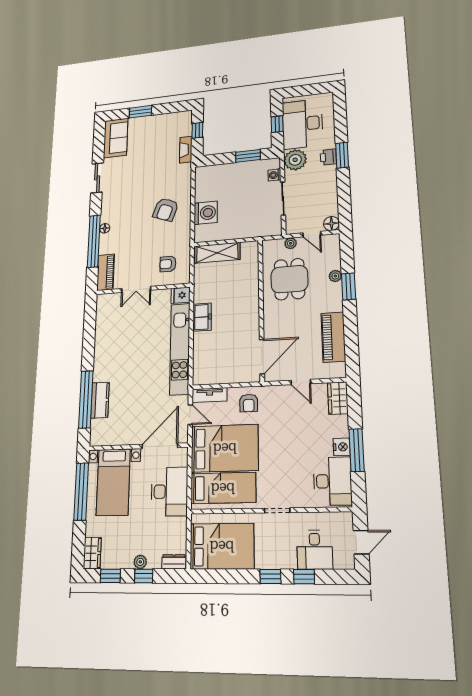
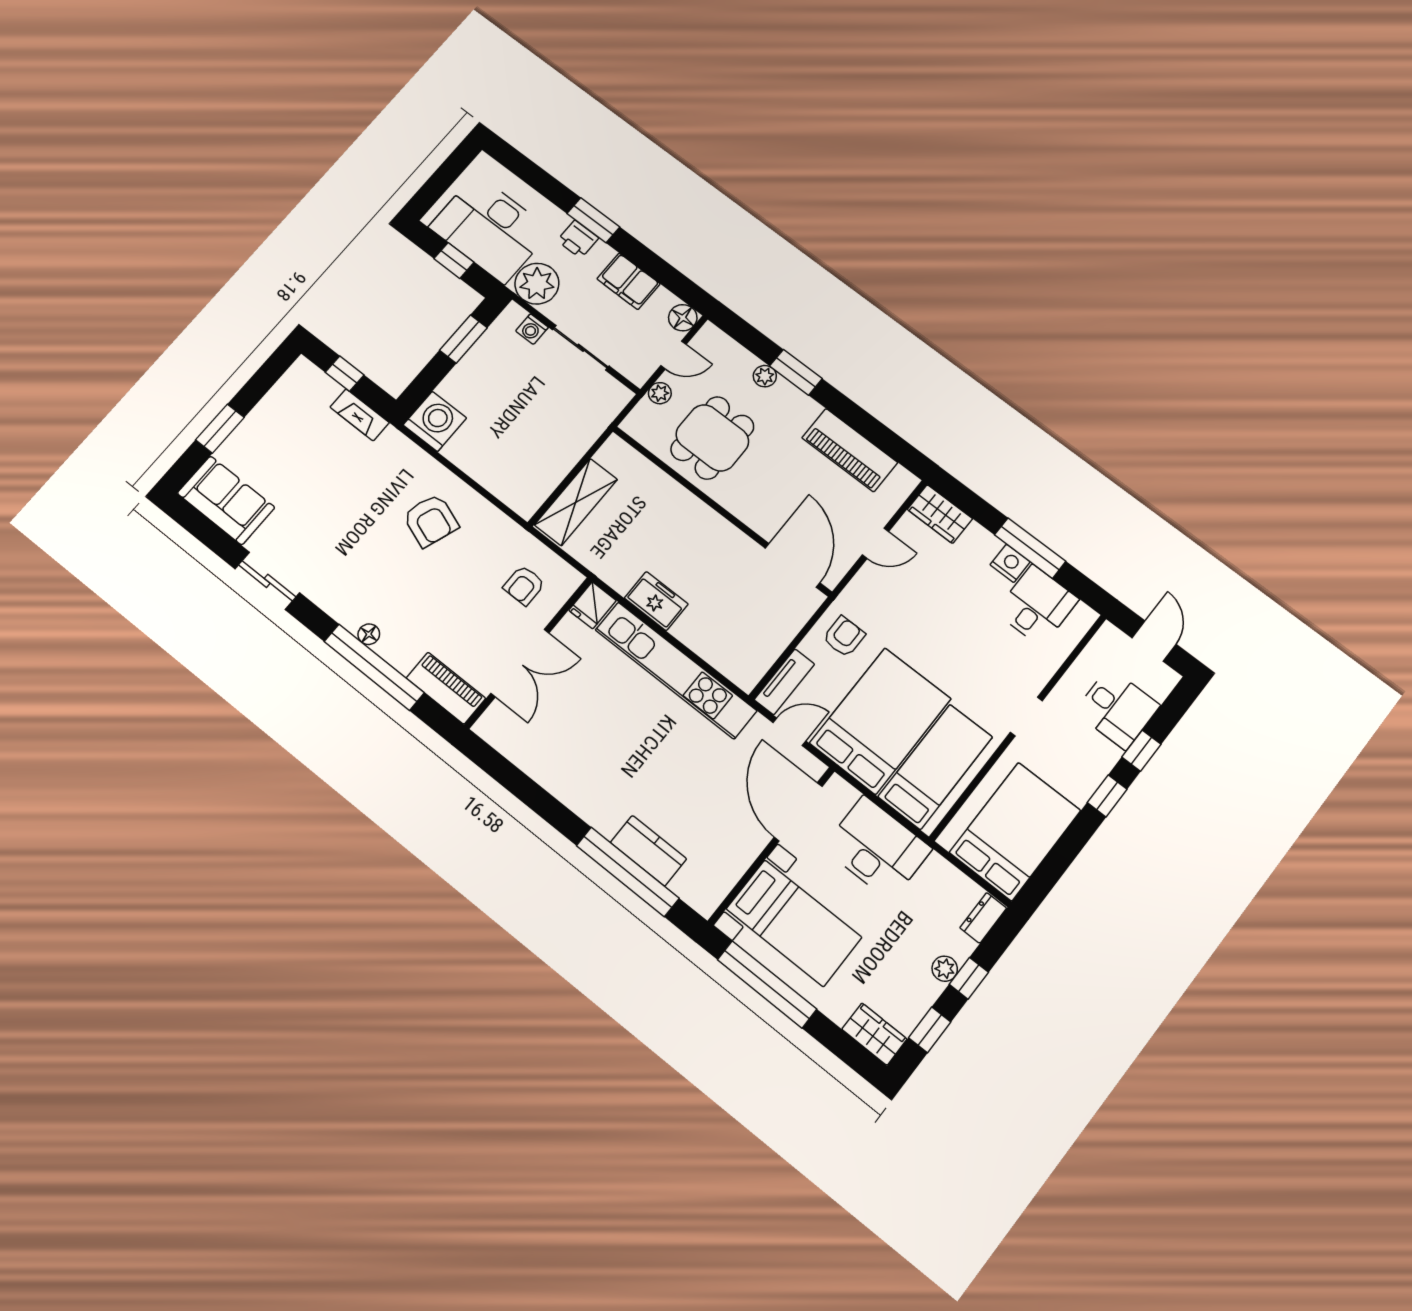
filing cabinet: (328, 190) -> (628, 281), added
washing machine: (206, 213) -> (435, 421), moved
dining table: (289, 279) -> (712, 438), turned 90
double door: (136, 289) -> (520, 663), width x1.37
armchair: (249, 403) -> (844, 637), turned -90
desk: (332, 481) -> (1037, 606), width x0.73

